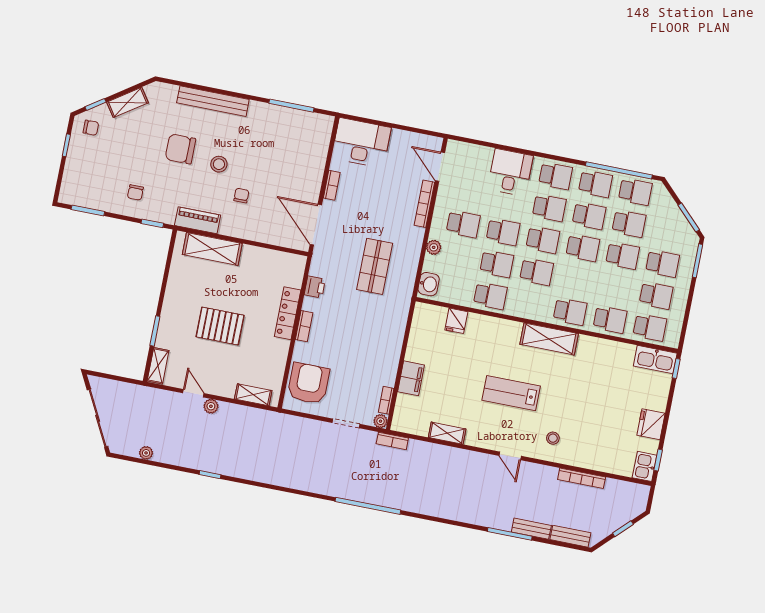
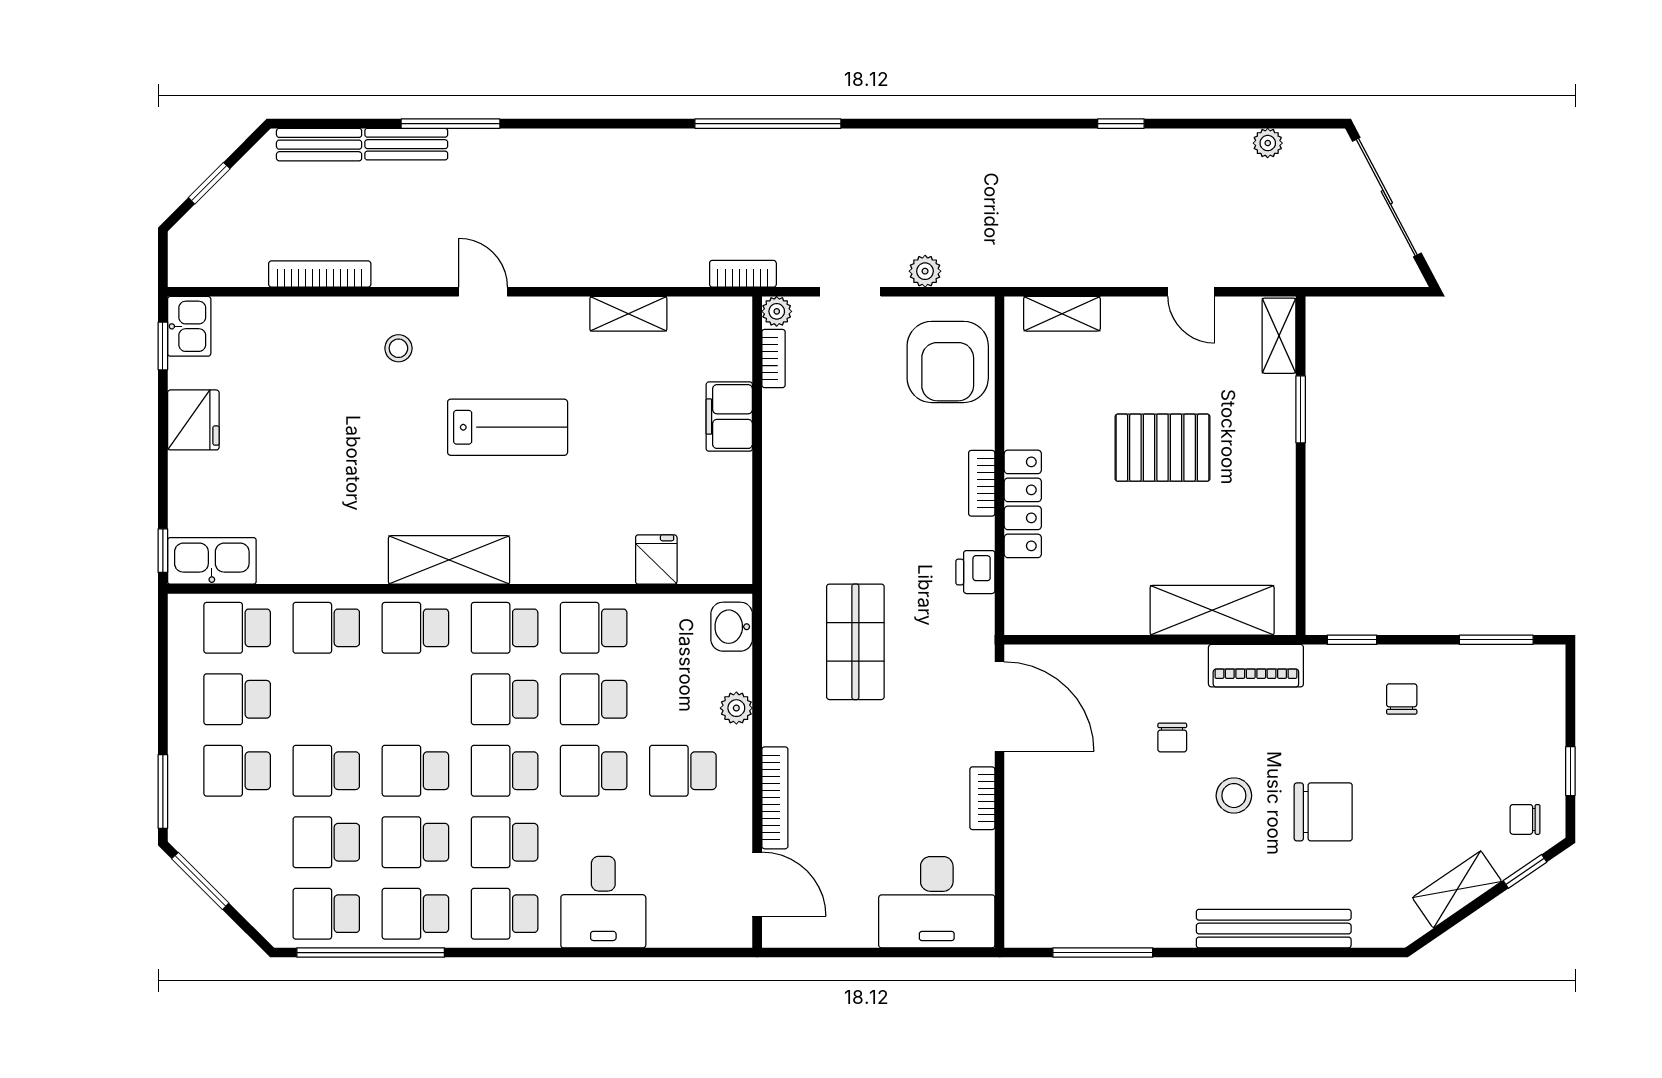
school desk: (530, 304) -> (505, 628), added
plant: (211, 406) -> (925, 271), moved

